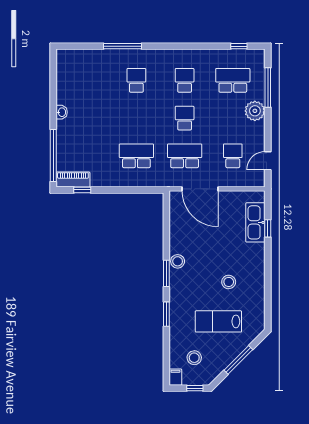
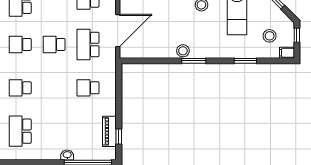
school desk: (88, 80) -> (20, 131), added
washbasin: (62, 112) -> (67, 155), moved
school desk: (136, 156) -> (88, 88), width x0.54
piano: (73, 180) -> (109, 131), moved
window: (166, 314) -> (245, 61), moved

